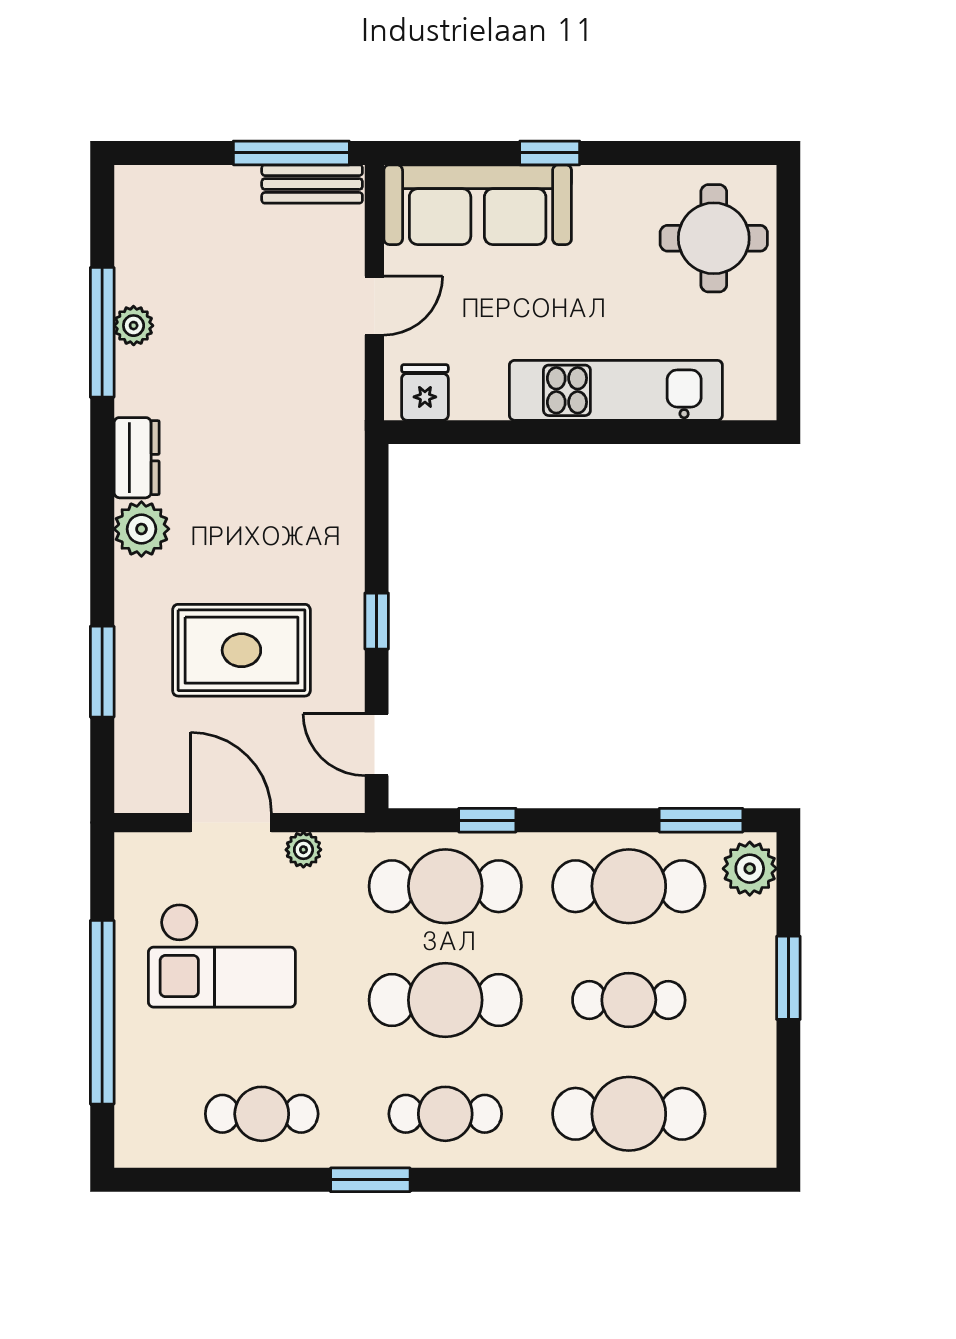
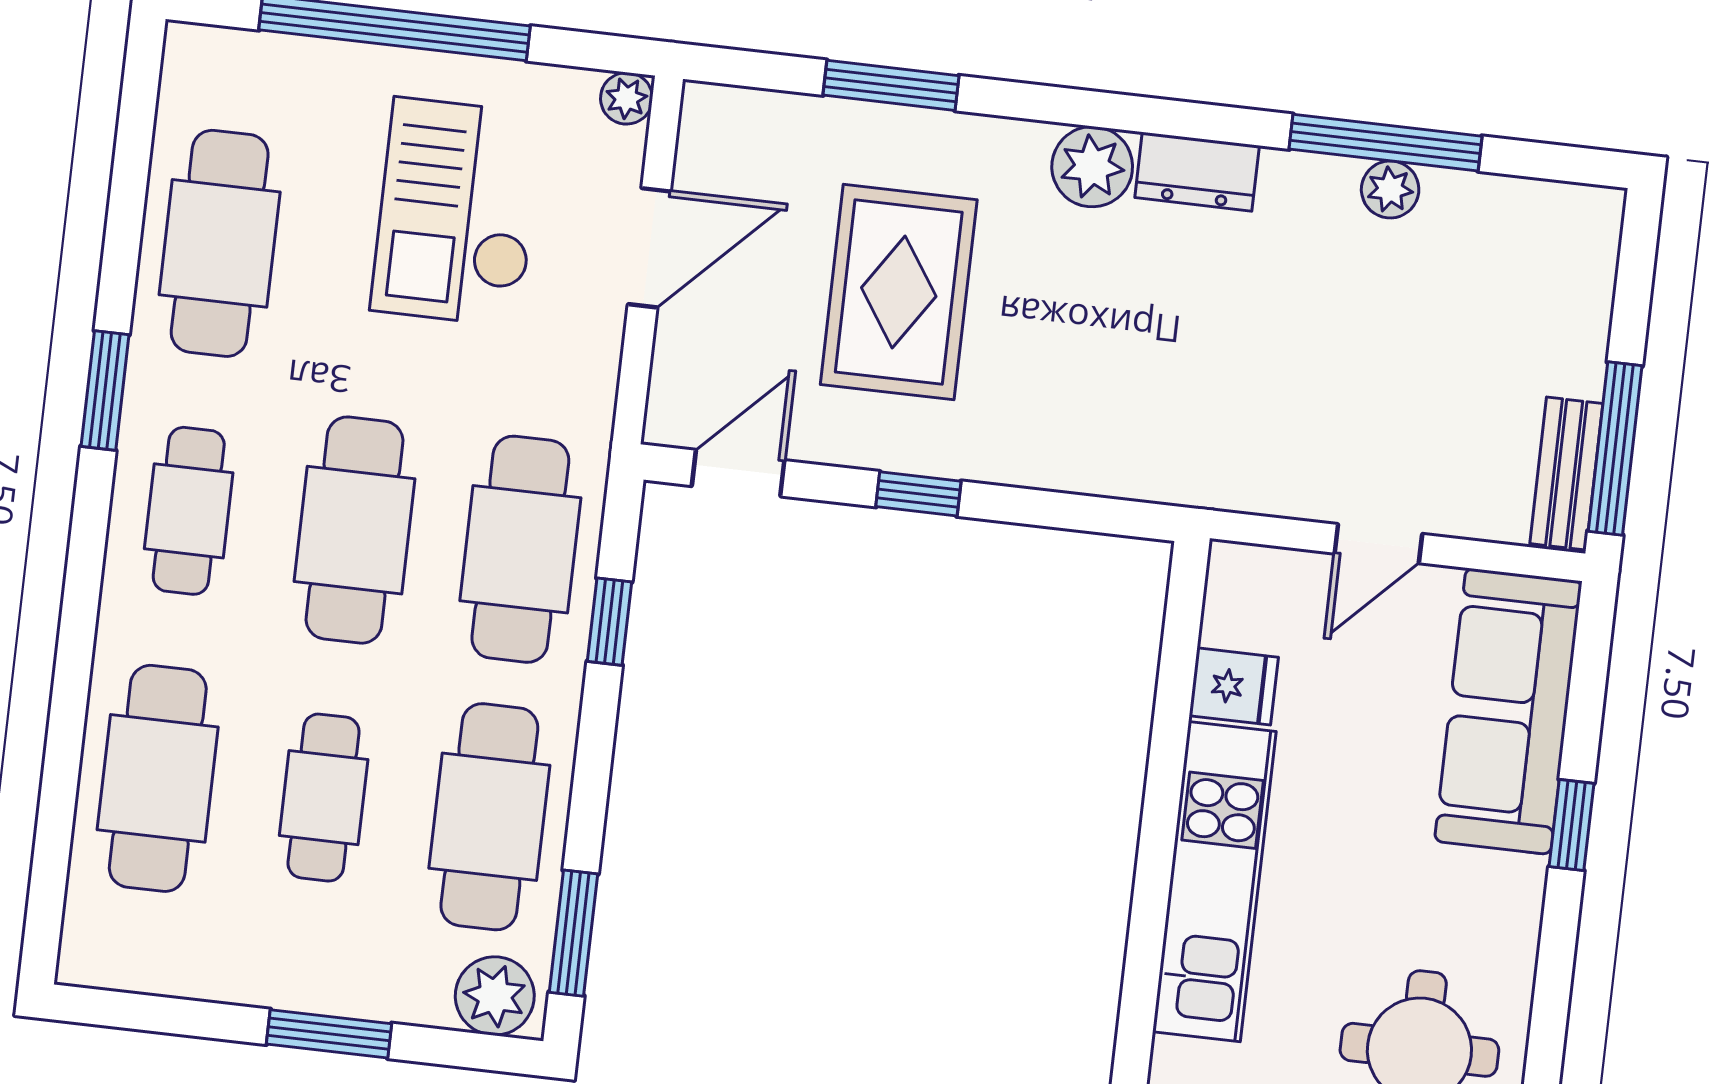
door: (374, 306) -> (1378, 544), hinge flipped
fridge: (425, 392) -> (1234, 686), moved
plant: (303, 850) -> (627, 98), moved
cafe table: (262, 1114) -> (220, 243), width x1.37, depth x1.35

